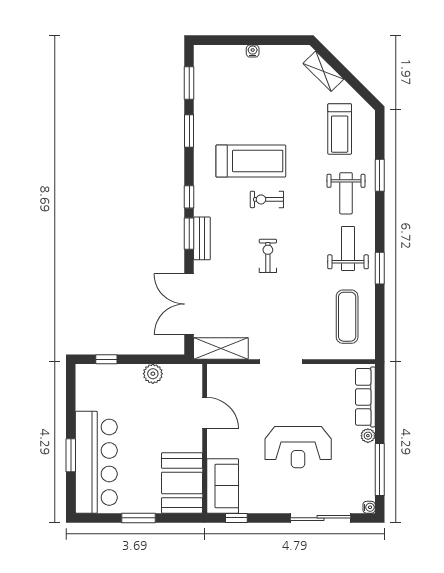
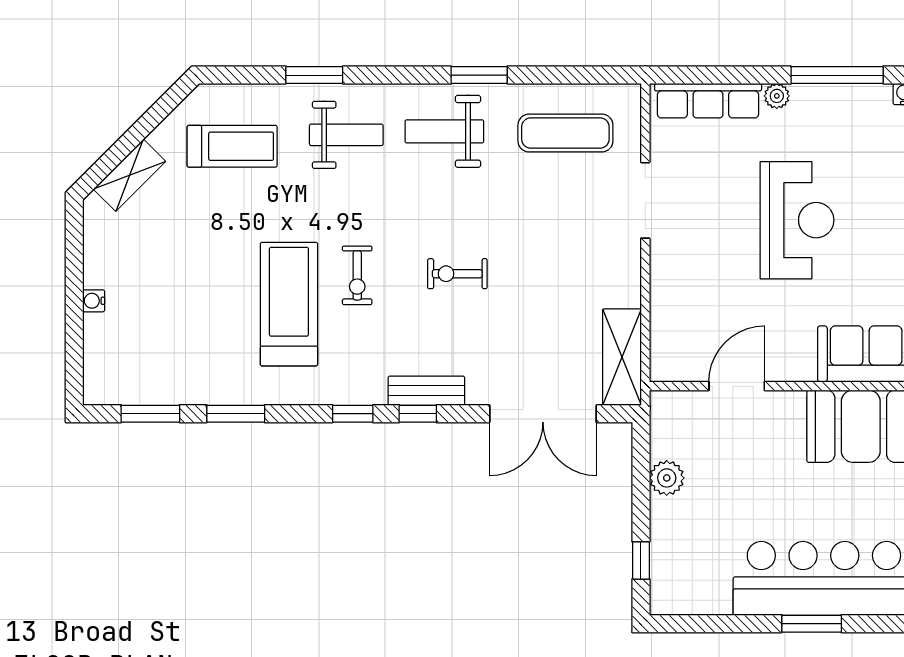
window: (189, 234) -> (418, 414), width x0.67
doorway: (281, 362) -> (645, 200), moved

